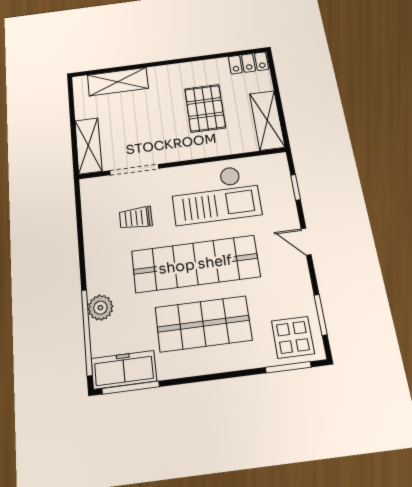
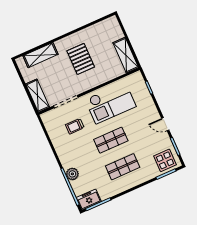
locker: (248, 63) -> (107, 24), removed
pallet: (205, 108) -> (81, 59), moved
door: (306, 242) -> (165, 124), moved
shop shelf: (195, 264) -> (111, 140), width x0.50, depth x0.74
shop shelf: (203, 324) -> (123, 167), width x0.70, depth x0.74
freezer: (124, 370) -> (89, 199), width x0.71

